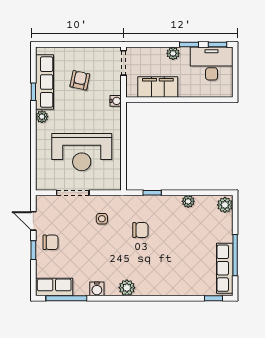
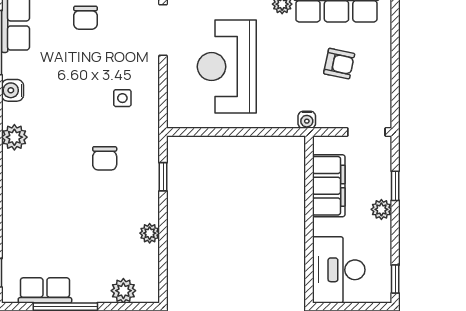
window: (189, 45) -> (395, 186), moved
desk: (212, 64) -> (339, 270), moved, turned 180
doorway: (73, 193) -> (163, 30), moved
plant: (225, 205) -> (123, 291), moved
row of seats: (225, 268) -> (45, 290), width x0.68

